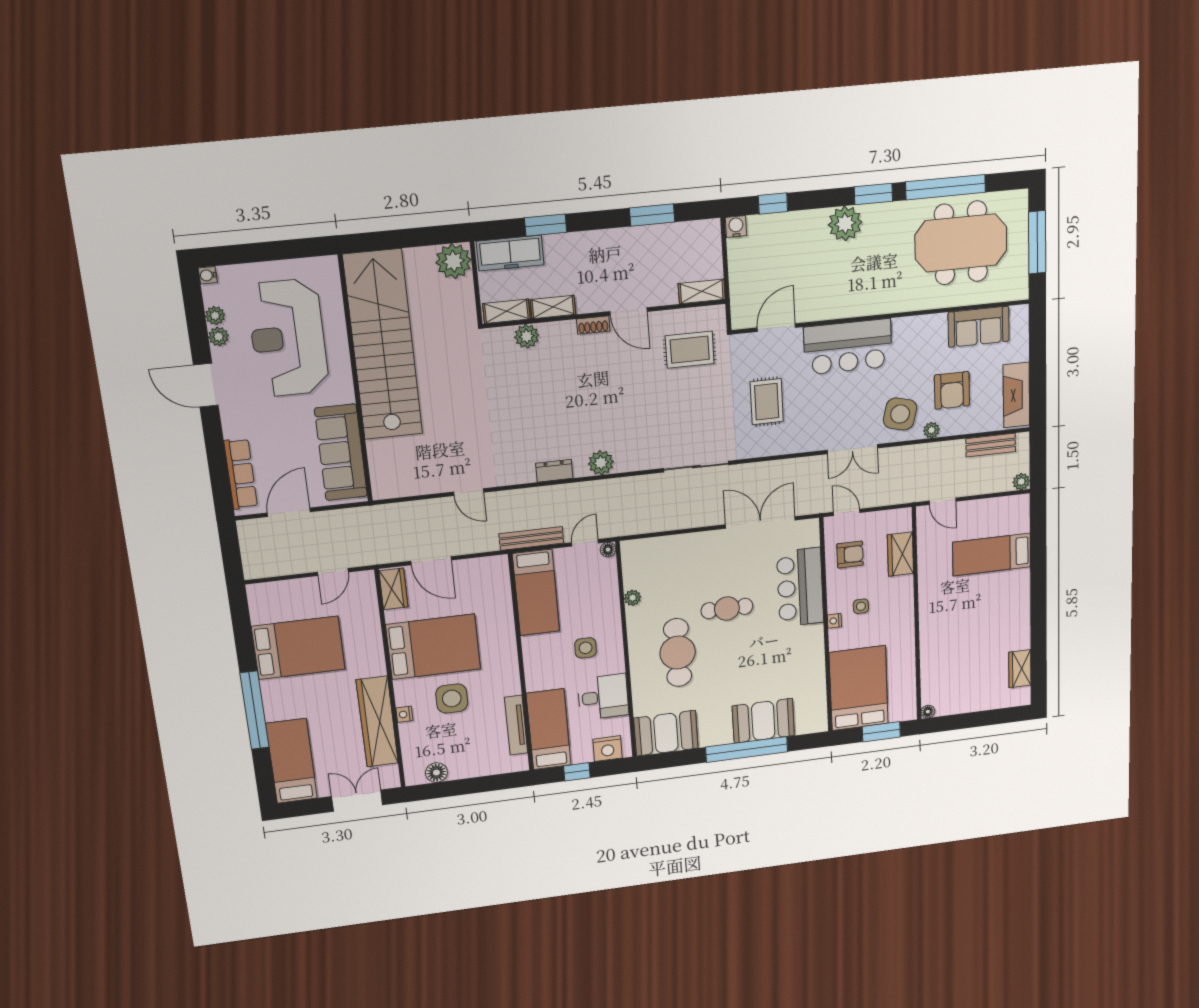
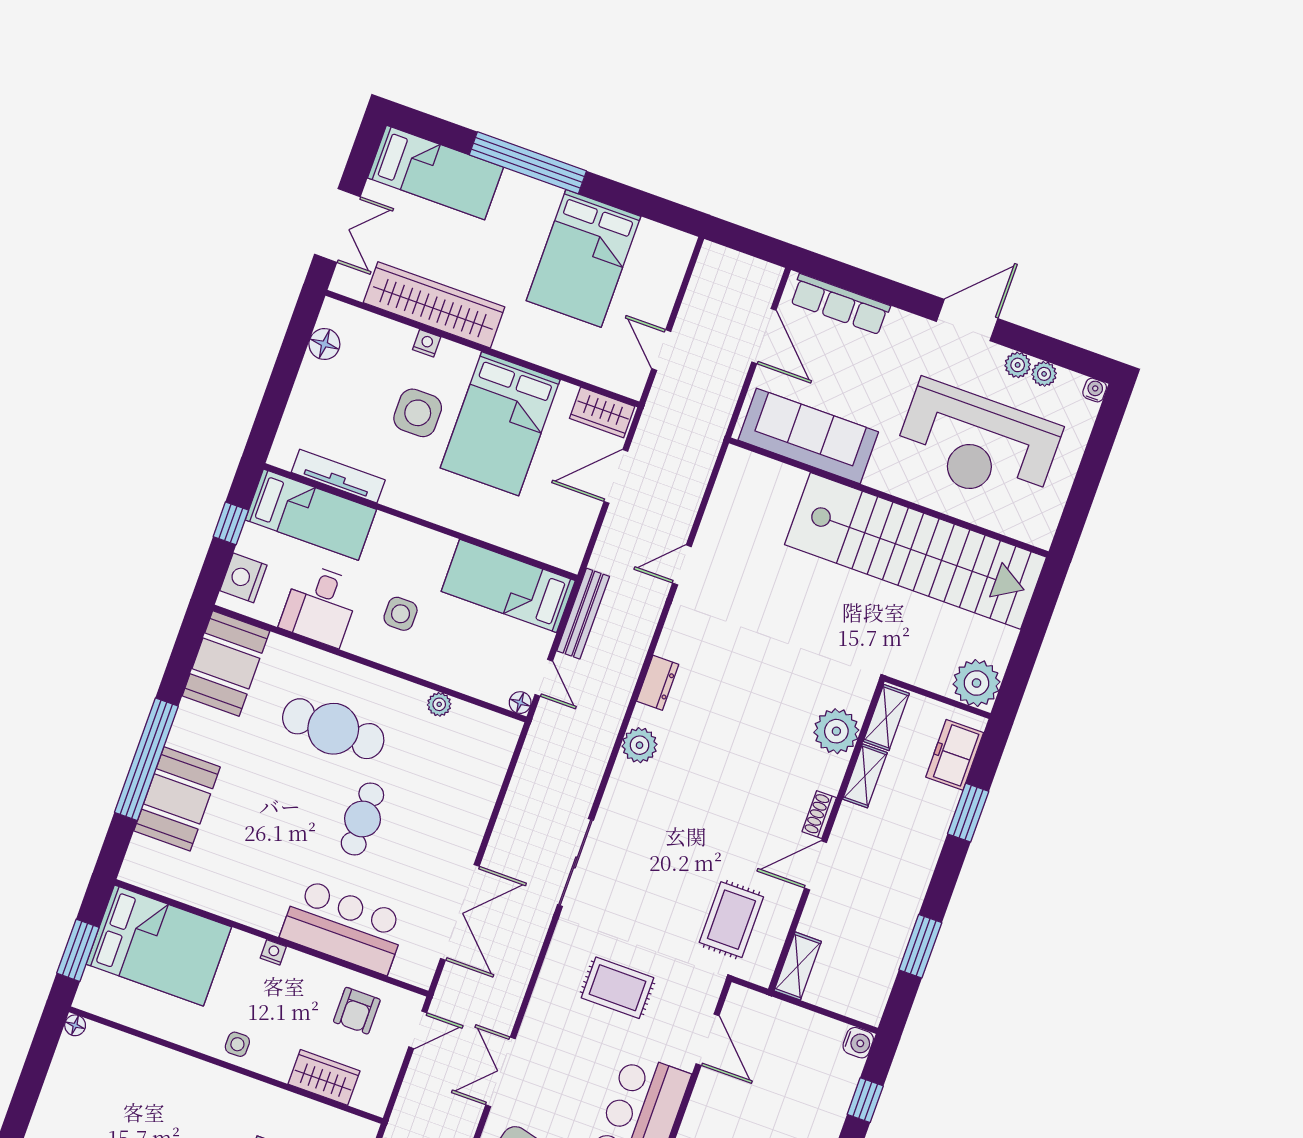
freezer: (510, 253) -> (955, 755), width x0.71
plant: (527, 336) -> (836, 731), width x1.36, depth x1.36
reception desk: (288, 338) -> (977, 444), turned 180
side table: (861, 606) -> (237, 1044), moved

